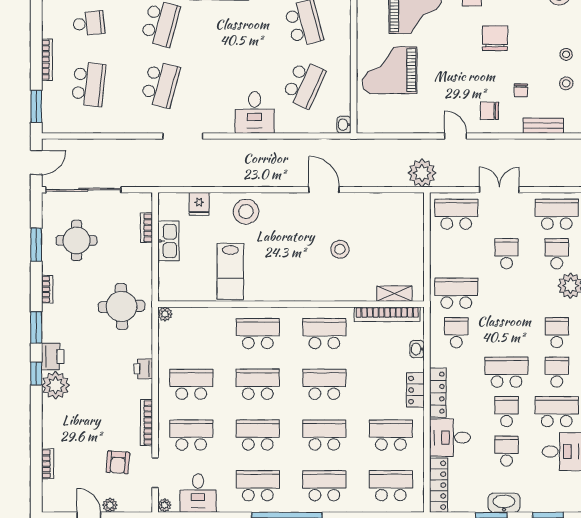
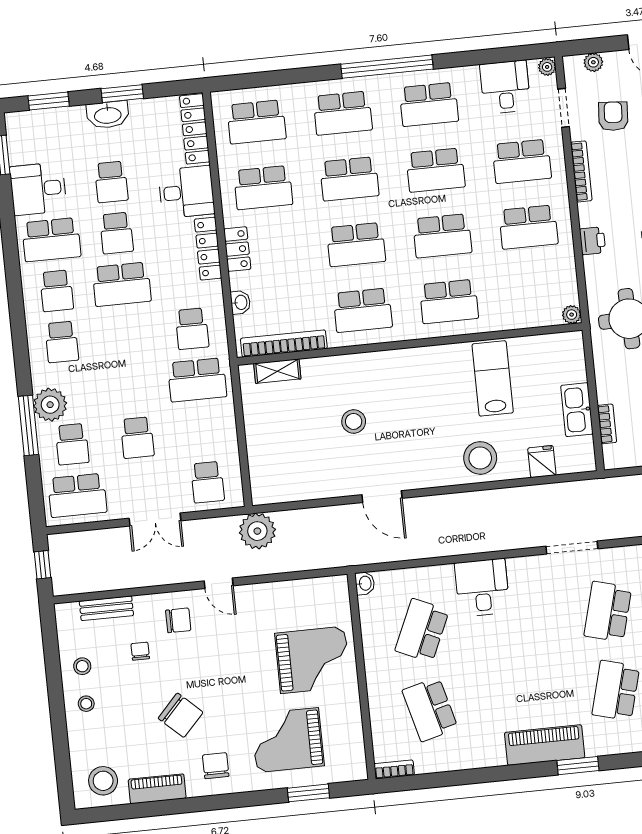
chair: (495, 38) -> (181, 715), turned -47
school desk: (456, 214) -> (208, 482), width x0.54
plant: (110, 505) -> (593, 62), moved

